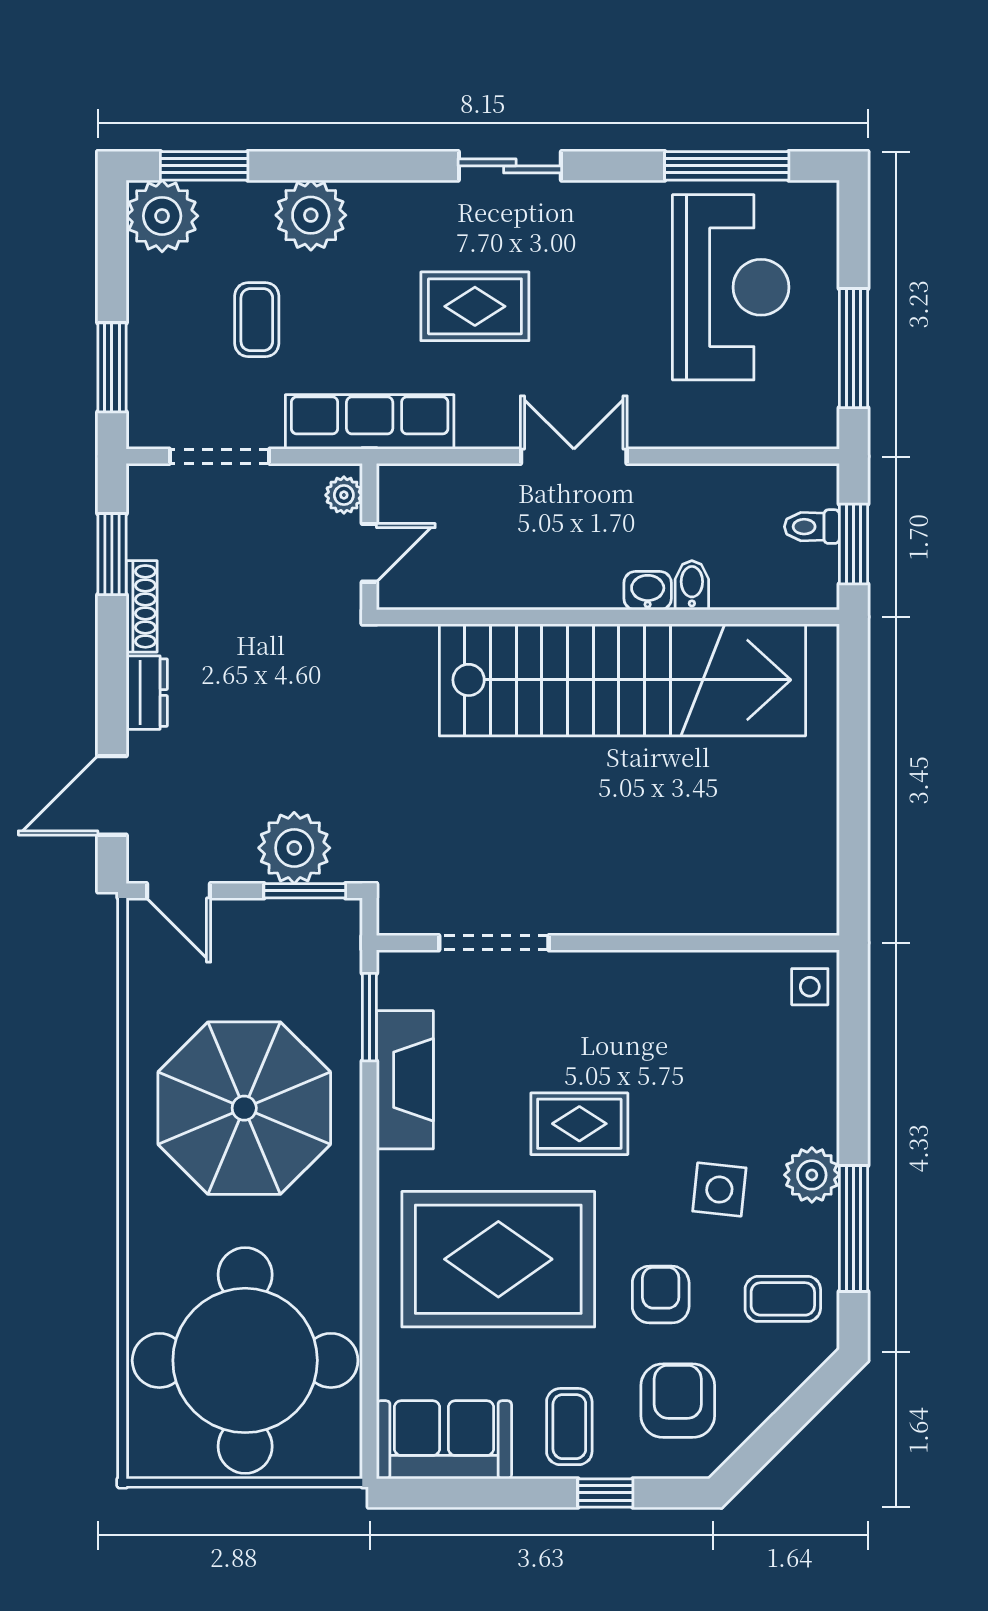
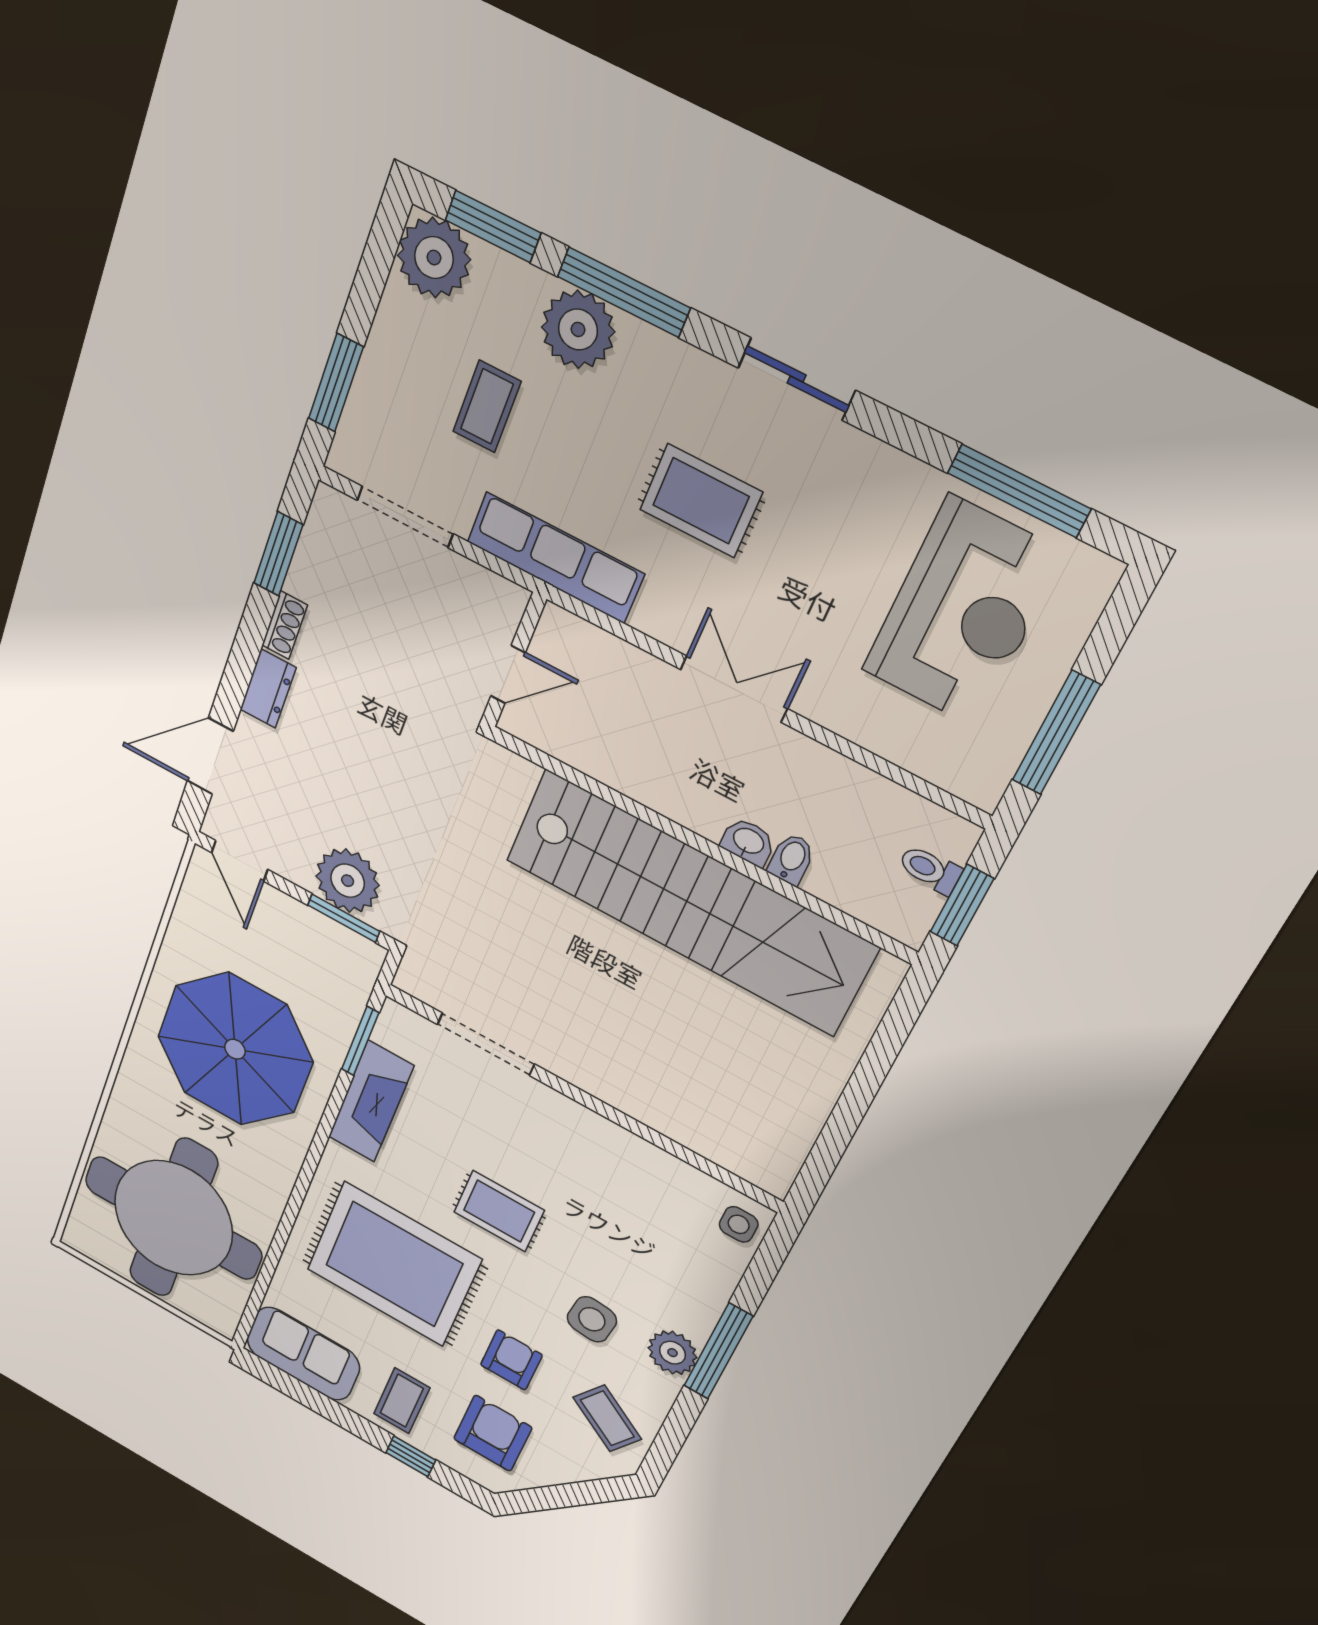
window: (337, 166) -> (624, 292), added
plant: (344, 495) -> (505, 611), removed
shoe rack: (142, 606) -> (285, 625), width x0.70
window: (853, 1229) -> (718, 1351), moved
coffee table: (783, 1299) -> (607, 1418), turned 33

